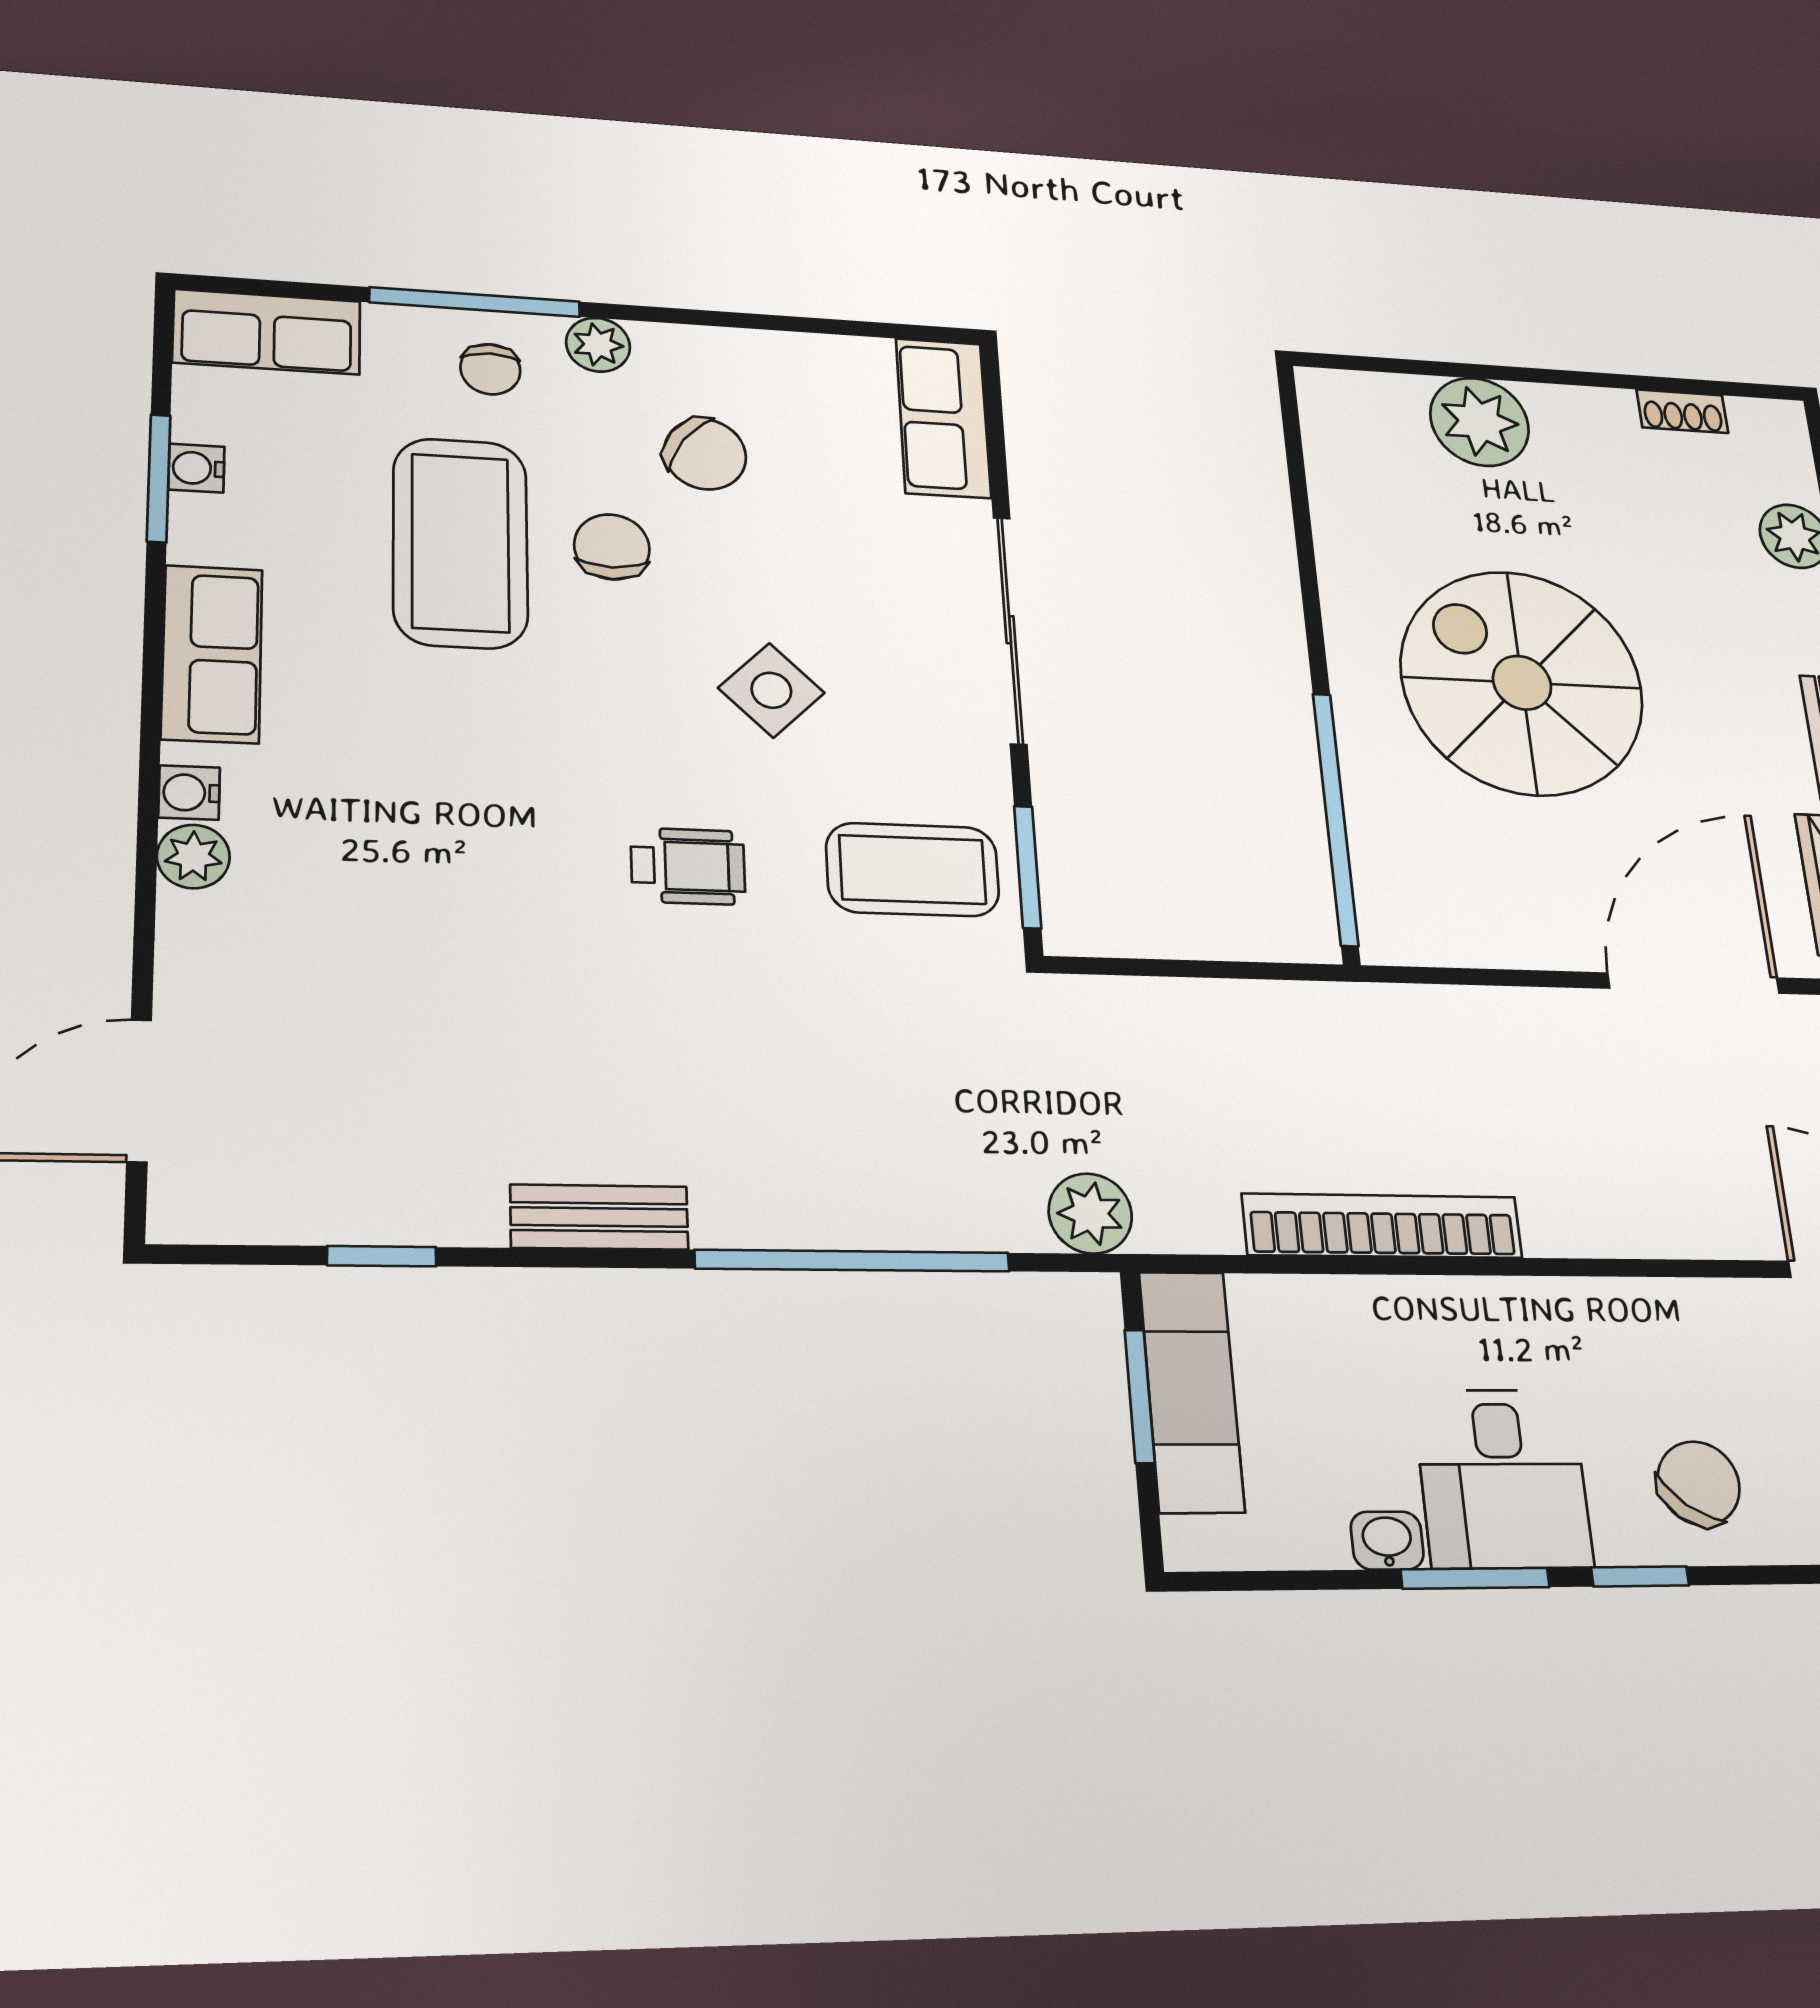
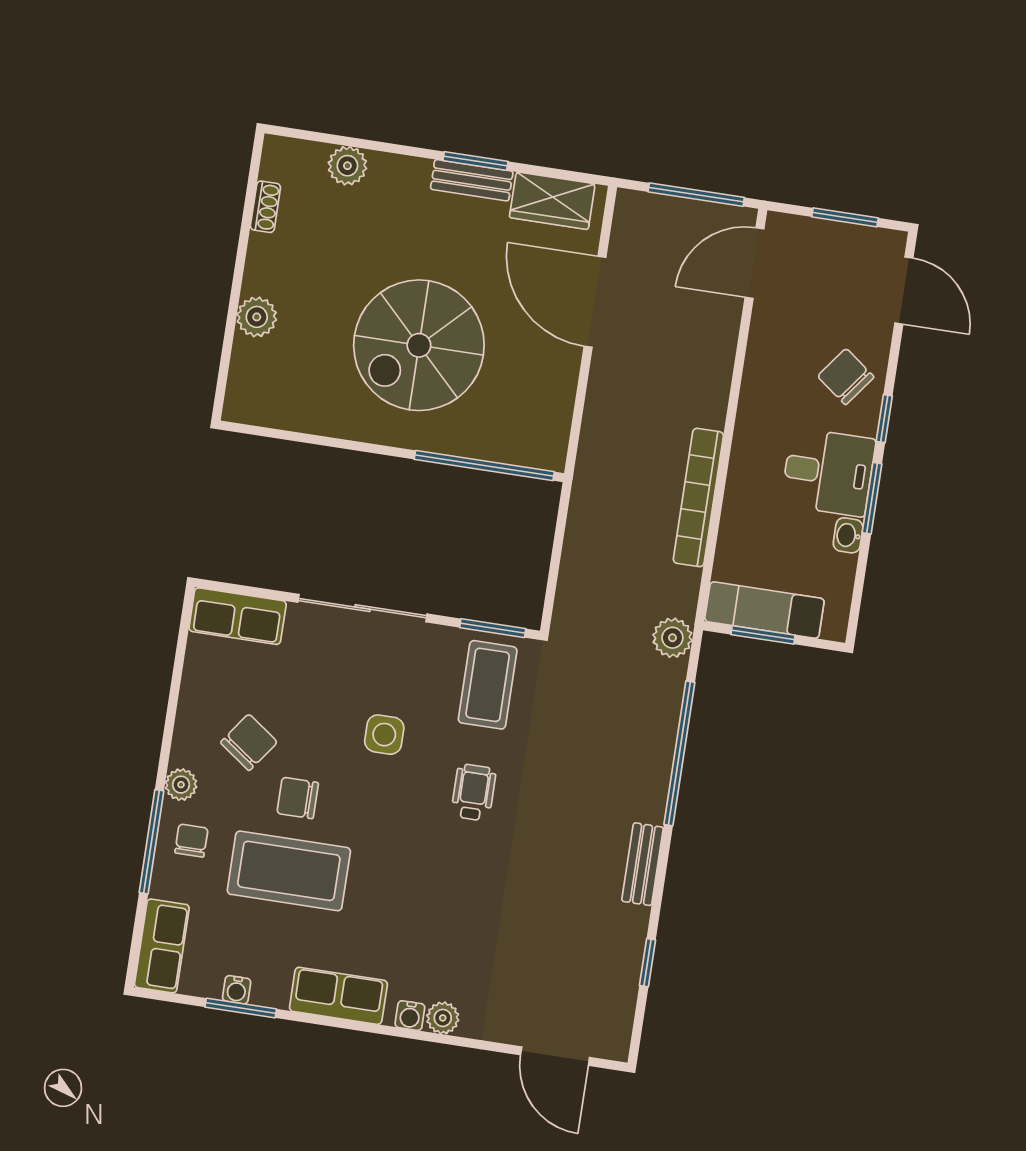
chair: (490, 369) -> (191, 841), turned -90
plant: (1480, 422) -> (257, 317), width x0.73, depth x0.73
side table: (771, 690) -> (384, 735), turned 45

